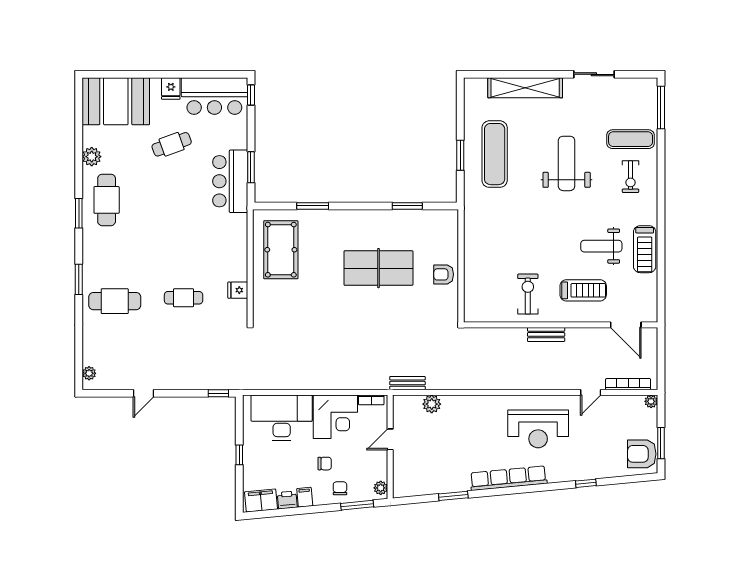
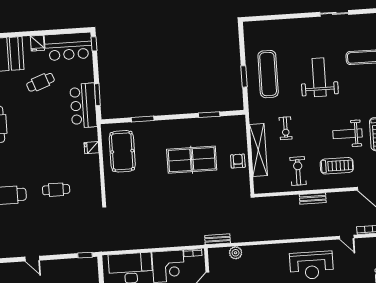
shelving: (525, 88) -> (258, 150), moved, turned 90
exercise bike: (631, 177) -> (286, 128), moved
armchair: (444, 274) -> (238, 161), turned 90
fridge: (238, 290) -> (92, 148), moved
door: (591, 392) -> (347, 237), hinge flipped
door: (143, 393) -> (32, 259), hinge flipped

